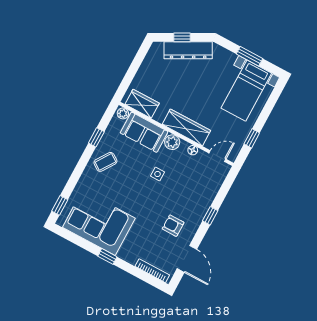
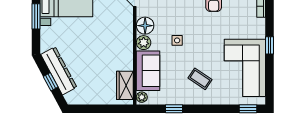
wardrobe: (186, 127) -> (125, 37), removed
floor lamp: (193, 150) -> (145, 26), width x1.89, depth x1.89
coffee table: (105, 162) -> (200, 79), moved

